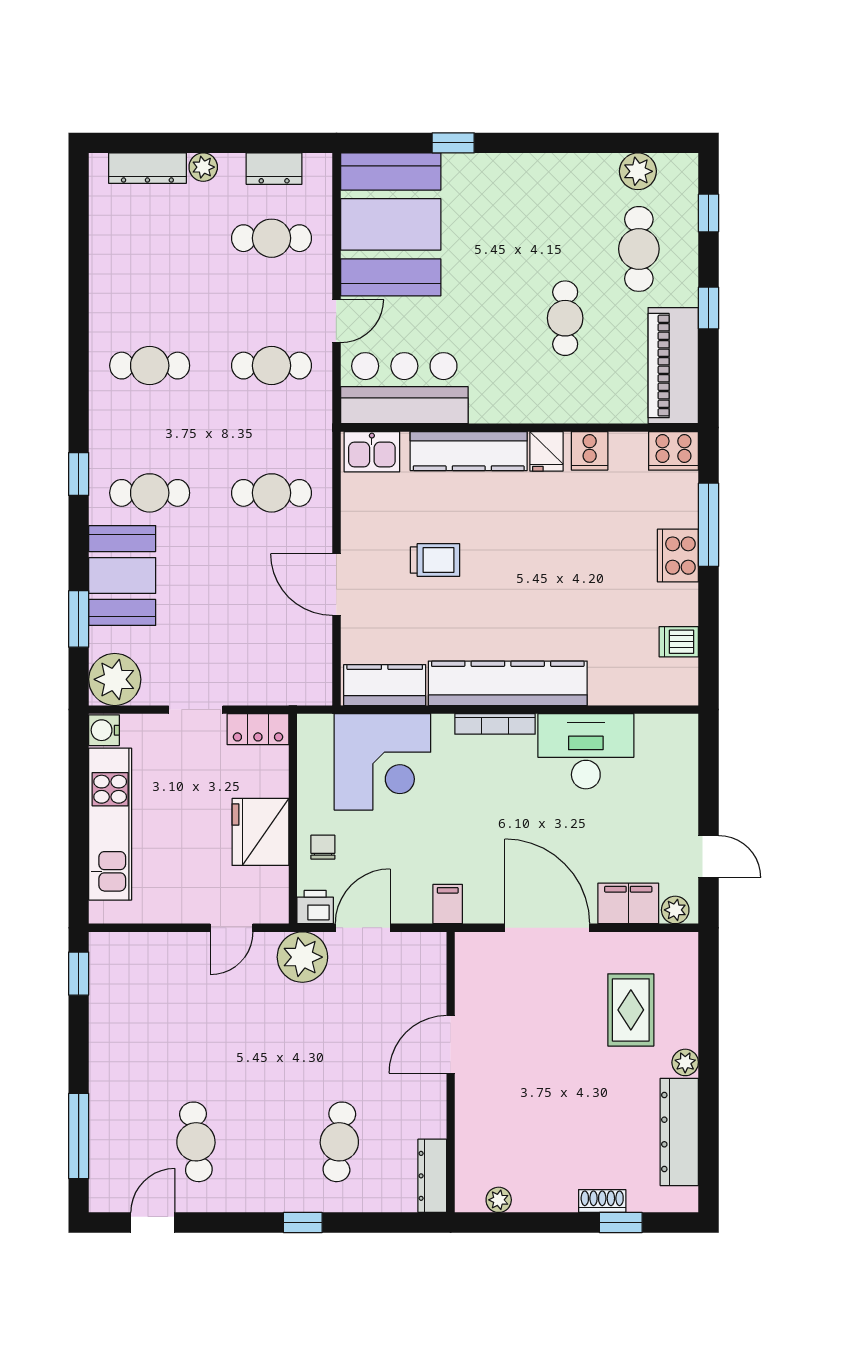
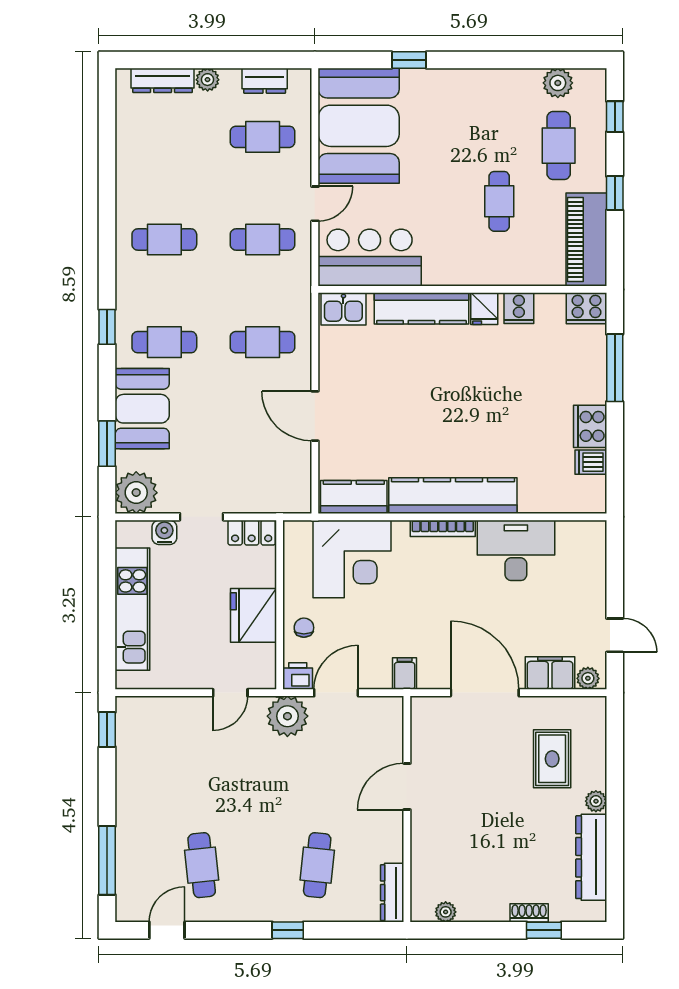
cooker: (678, 556) -> (590, 426), moved
trolley: (435, 560) -> (394, 396), removed
water cooler: (104, 730) -> (164, 532), moved, turned 90

